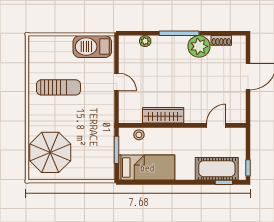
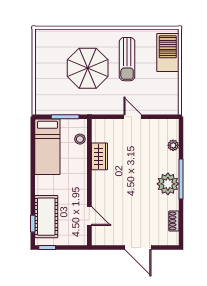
plant: (199, 46) -> (168, 184), moved
barbecue: (92, 47) -> (168, 53), moved
door: (117, 82) -> (133, 117), swing flipped
wardrobe: (163, 115) -> (99, 156), width x0.67
parasol: (50, 152) -> (88, 68), moved

